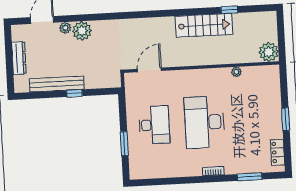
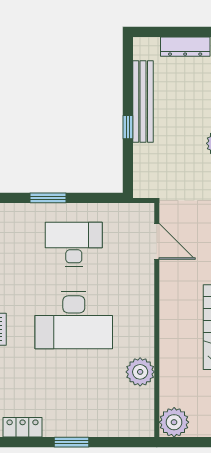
plant: (236, 72) -> (140, 372), width x1.88, depth x1.88
desk: (204, 122) -> (74, 320), turned 180
desk: (154, 125) -> (74, 244), turned 180

